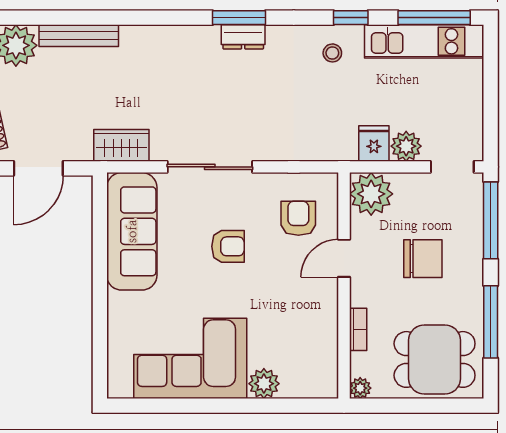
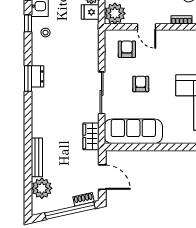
armchair: (298, 218) -> (127, 49), turned 90

